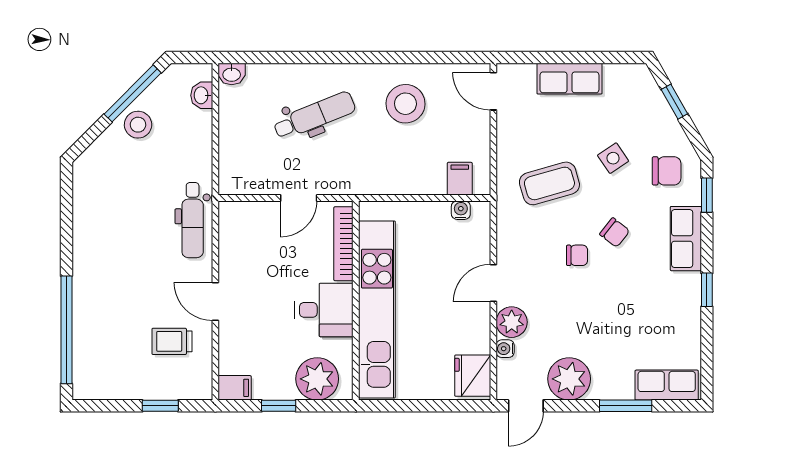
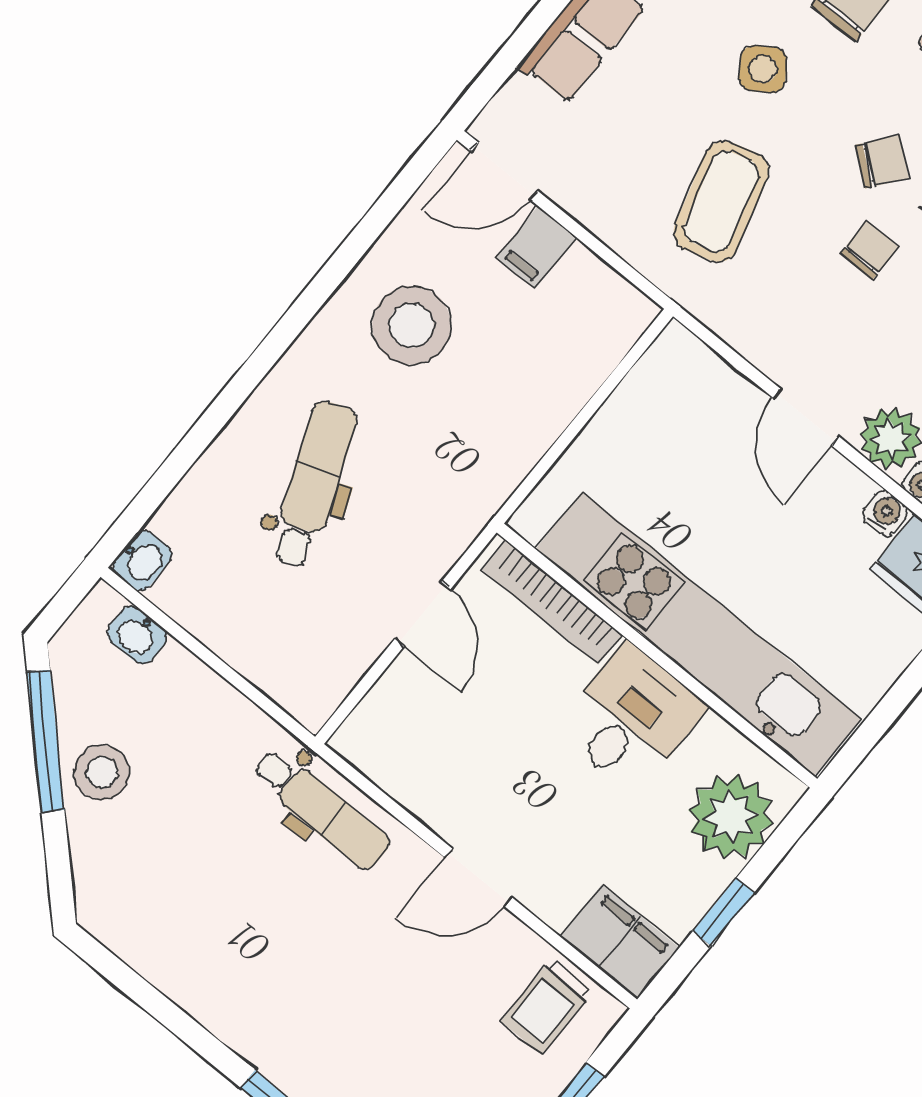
filing cabinet: (460, 179) -> (536, 248), moved, turned -90
water cooler: (461, 210) -> (885, 513), moved, turned 90
trolley: (172, 341) -> (546, 1006), moved
filing cabinet: (235, 388) -> (620, 942), width x2.00

